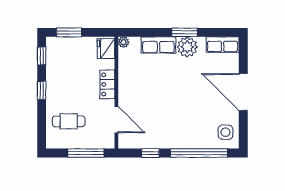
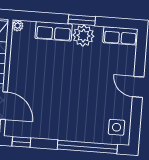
door: (243, 92) -> (138, 87), width x0.53
window: (150, 153) -> (21, 142), moved

